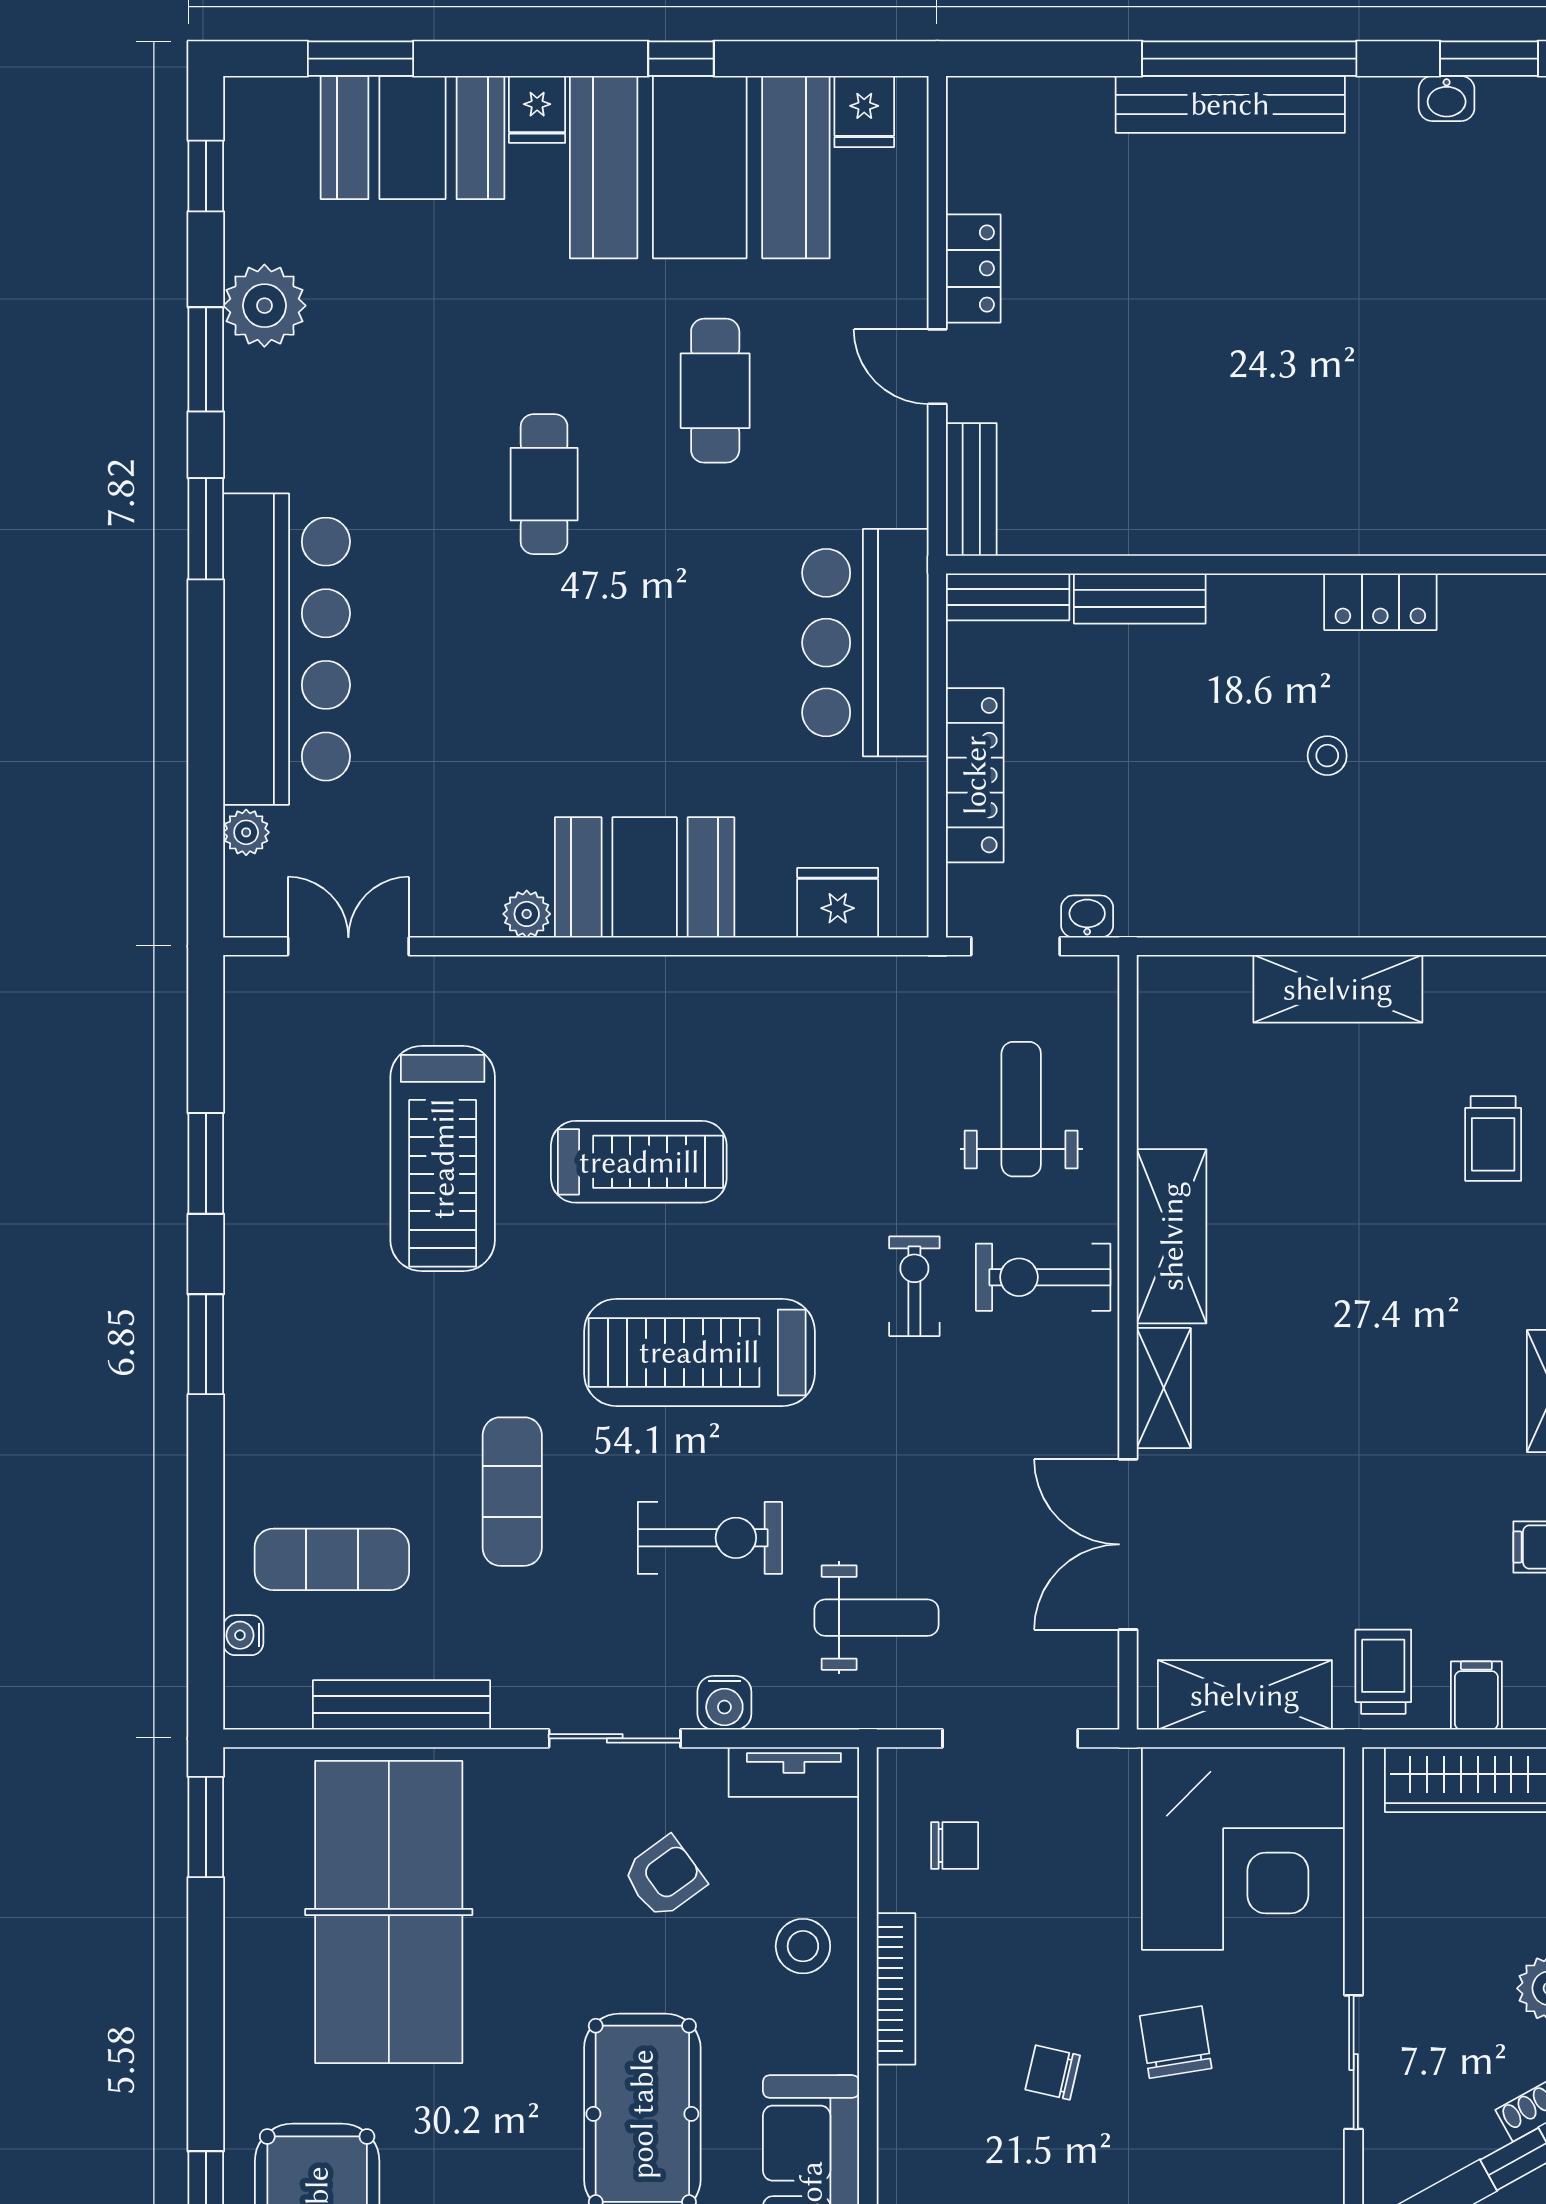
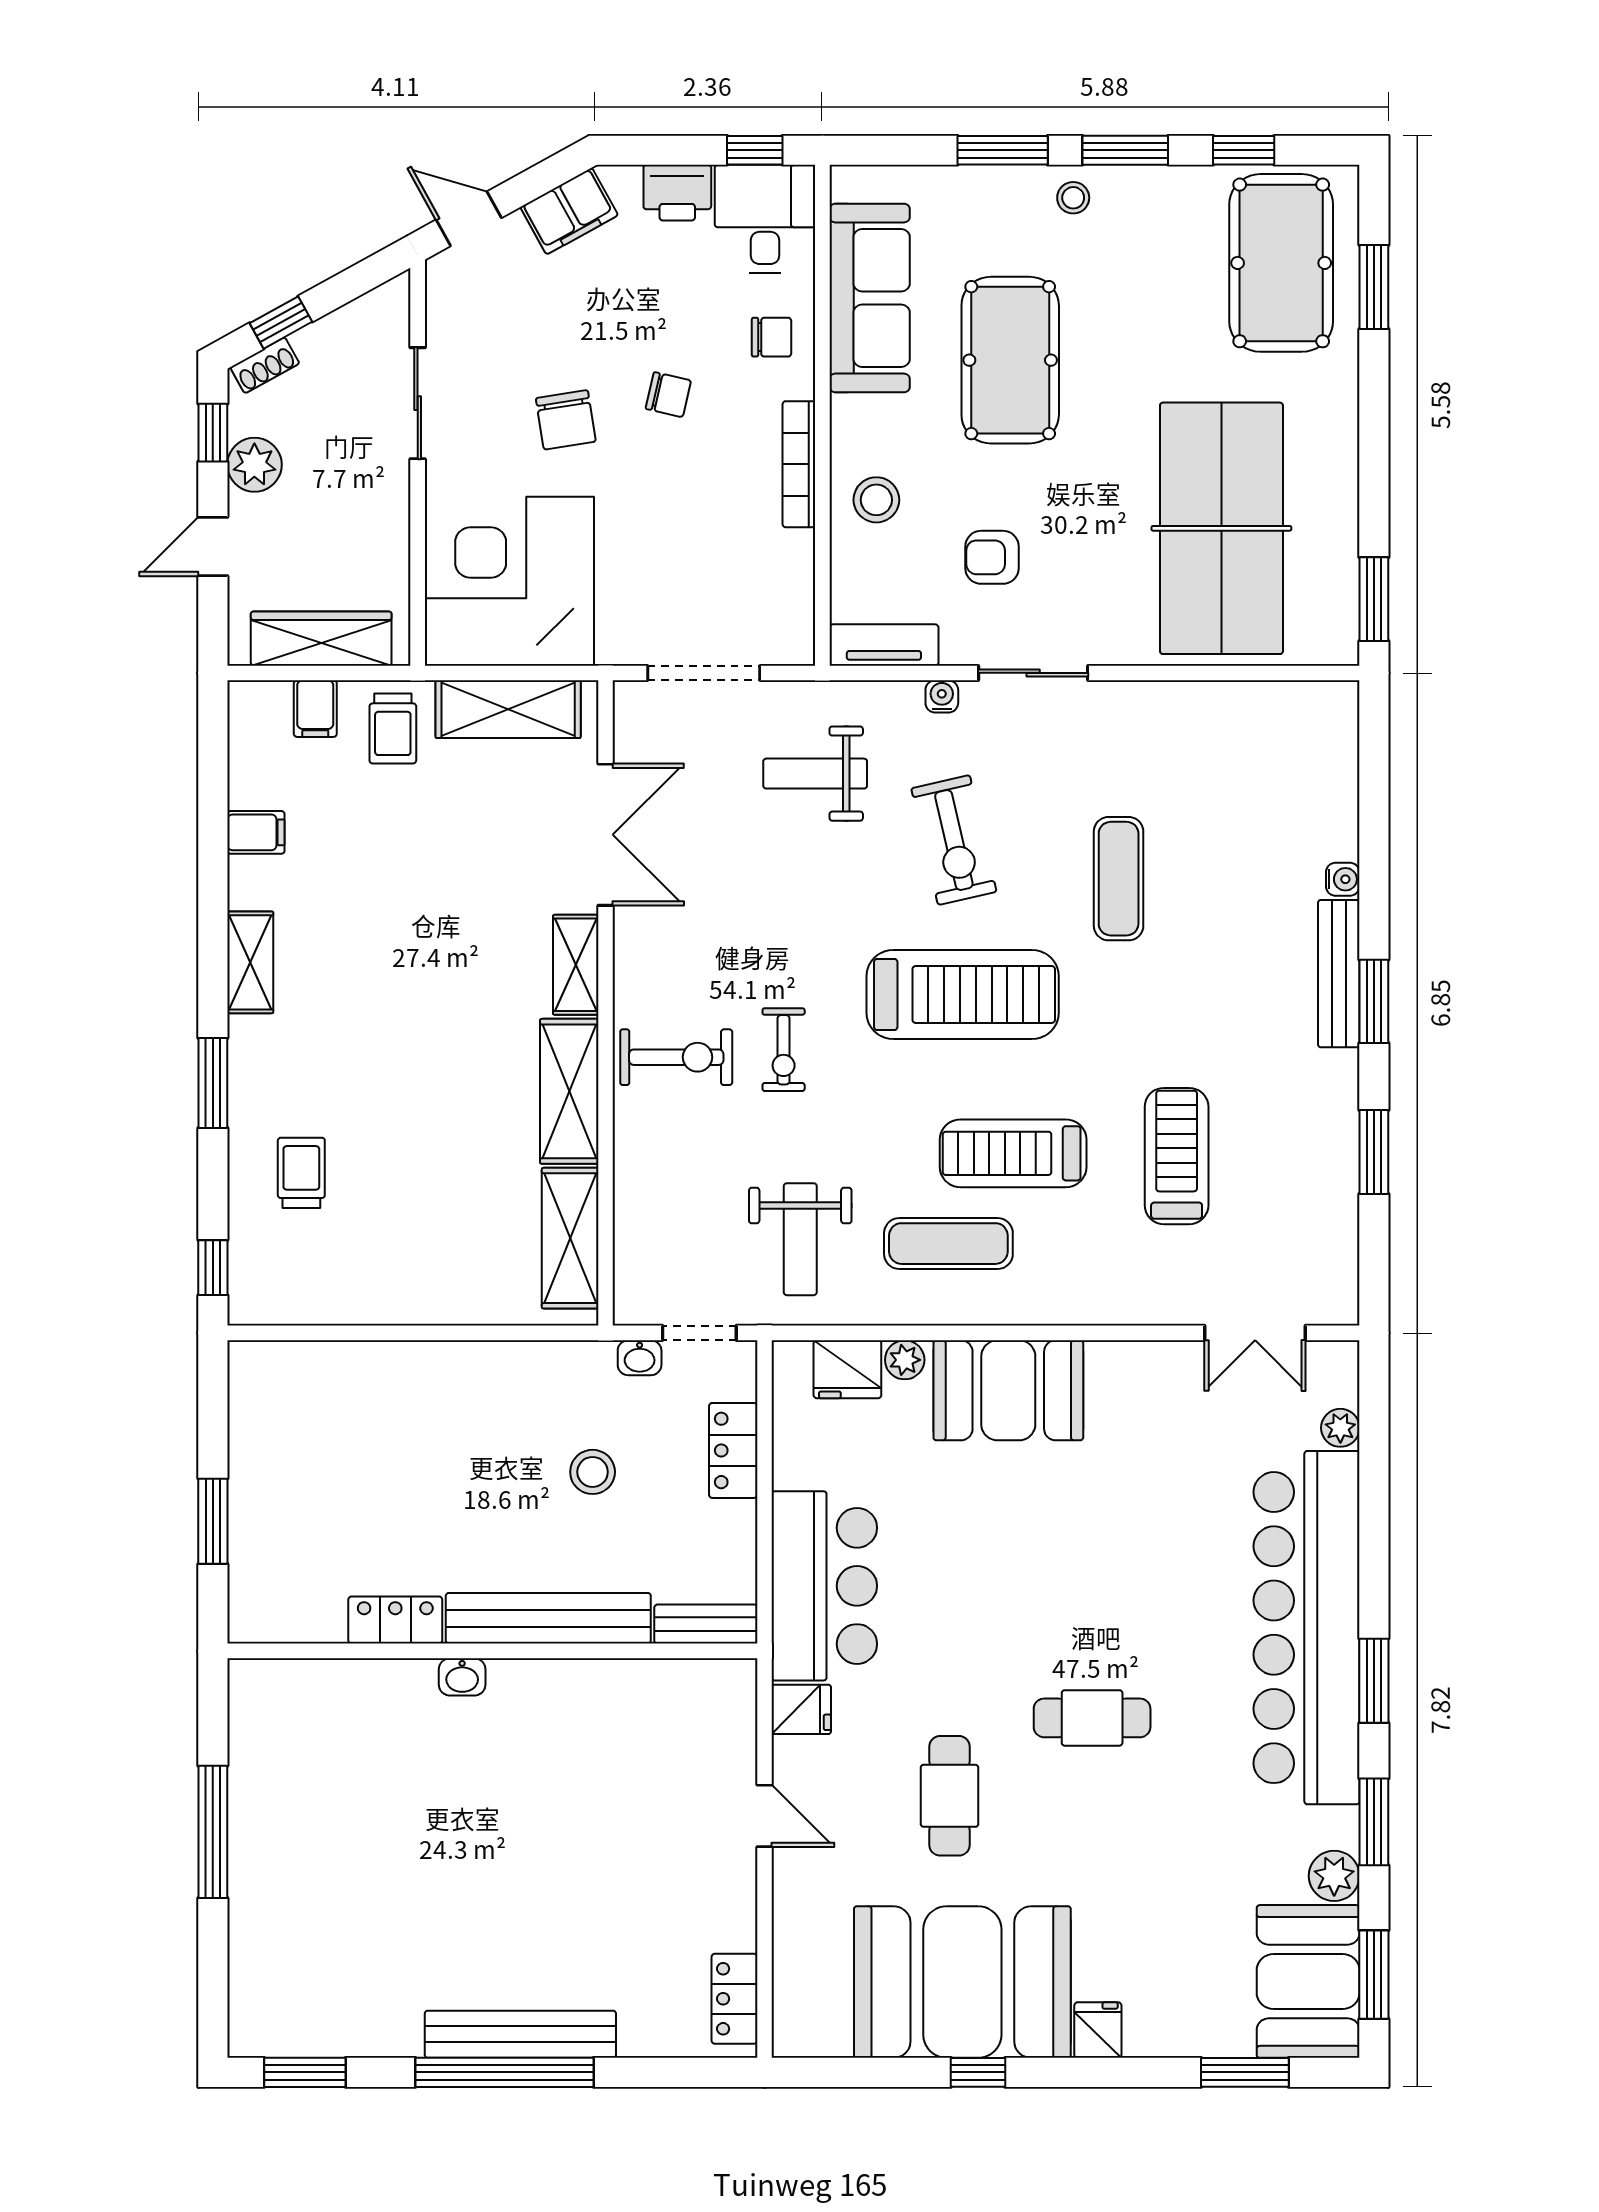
washbasin: (1447, 99) -> (462, 1677), moved, turned 180
fridge: (864, 112) -> (801, 1709), moved, turned 90
booth: (413, 138) -> (1308, 1981), moved, turned 90
window: (206, 176) -> (1374, 1975), width x1.50
locker: (973, 268) -> (734, 1999), moved
plant: (264, 306) -> (1334, 1876), width x0.73, depth x0.73
cafe table: (544, 484) -> (1092, 1718), turned 90
bench: (971, 489) -> (736, 1713), removed
bench: (1140, 598) -> (548, 1618), width x1.86, depth x1.21
bar counter: (287, 649) -> (1307, 1628), width x1.36
stool: (1327, 756) -> (593, 1472), moved, width x1.37, depth x1.37
locker: (975, 775) -> (733, 1450), width x0.66
plant: (527, 914) -> (905, 1360), moved
shelving: (1338, 989) -> (570, 1238), moved, turned 90
weight bench: (1021, 1109) -> (800, 1239), moved
treadmill: (443, 1159) -> (1177, 1156), width x0.73, depth x0.73
exercise bike: (710, 1538) -> (954, 840), turned -103
exercise mat: (332, 1559) -> (948, 1244), moved
water cooler: (243, 1635) -> (1343, 879), moved
water cooler: (724, 1703) -> (942, 696), width x0.72, depth x0.72
bench: (401, 1705) -> (1339, 974), moved, turned 90
chair: (955, 1846) -> (771, 337), moved, turned 180
armchair: (664, 1877) -> (992, 557), turned 36

